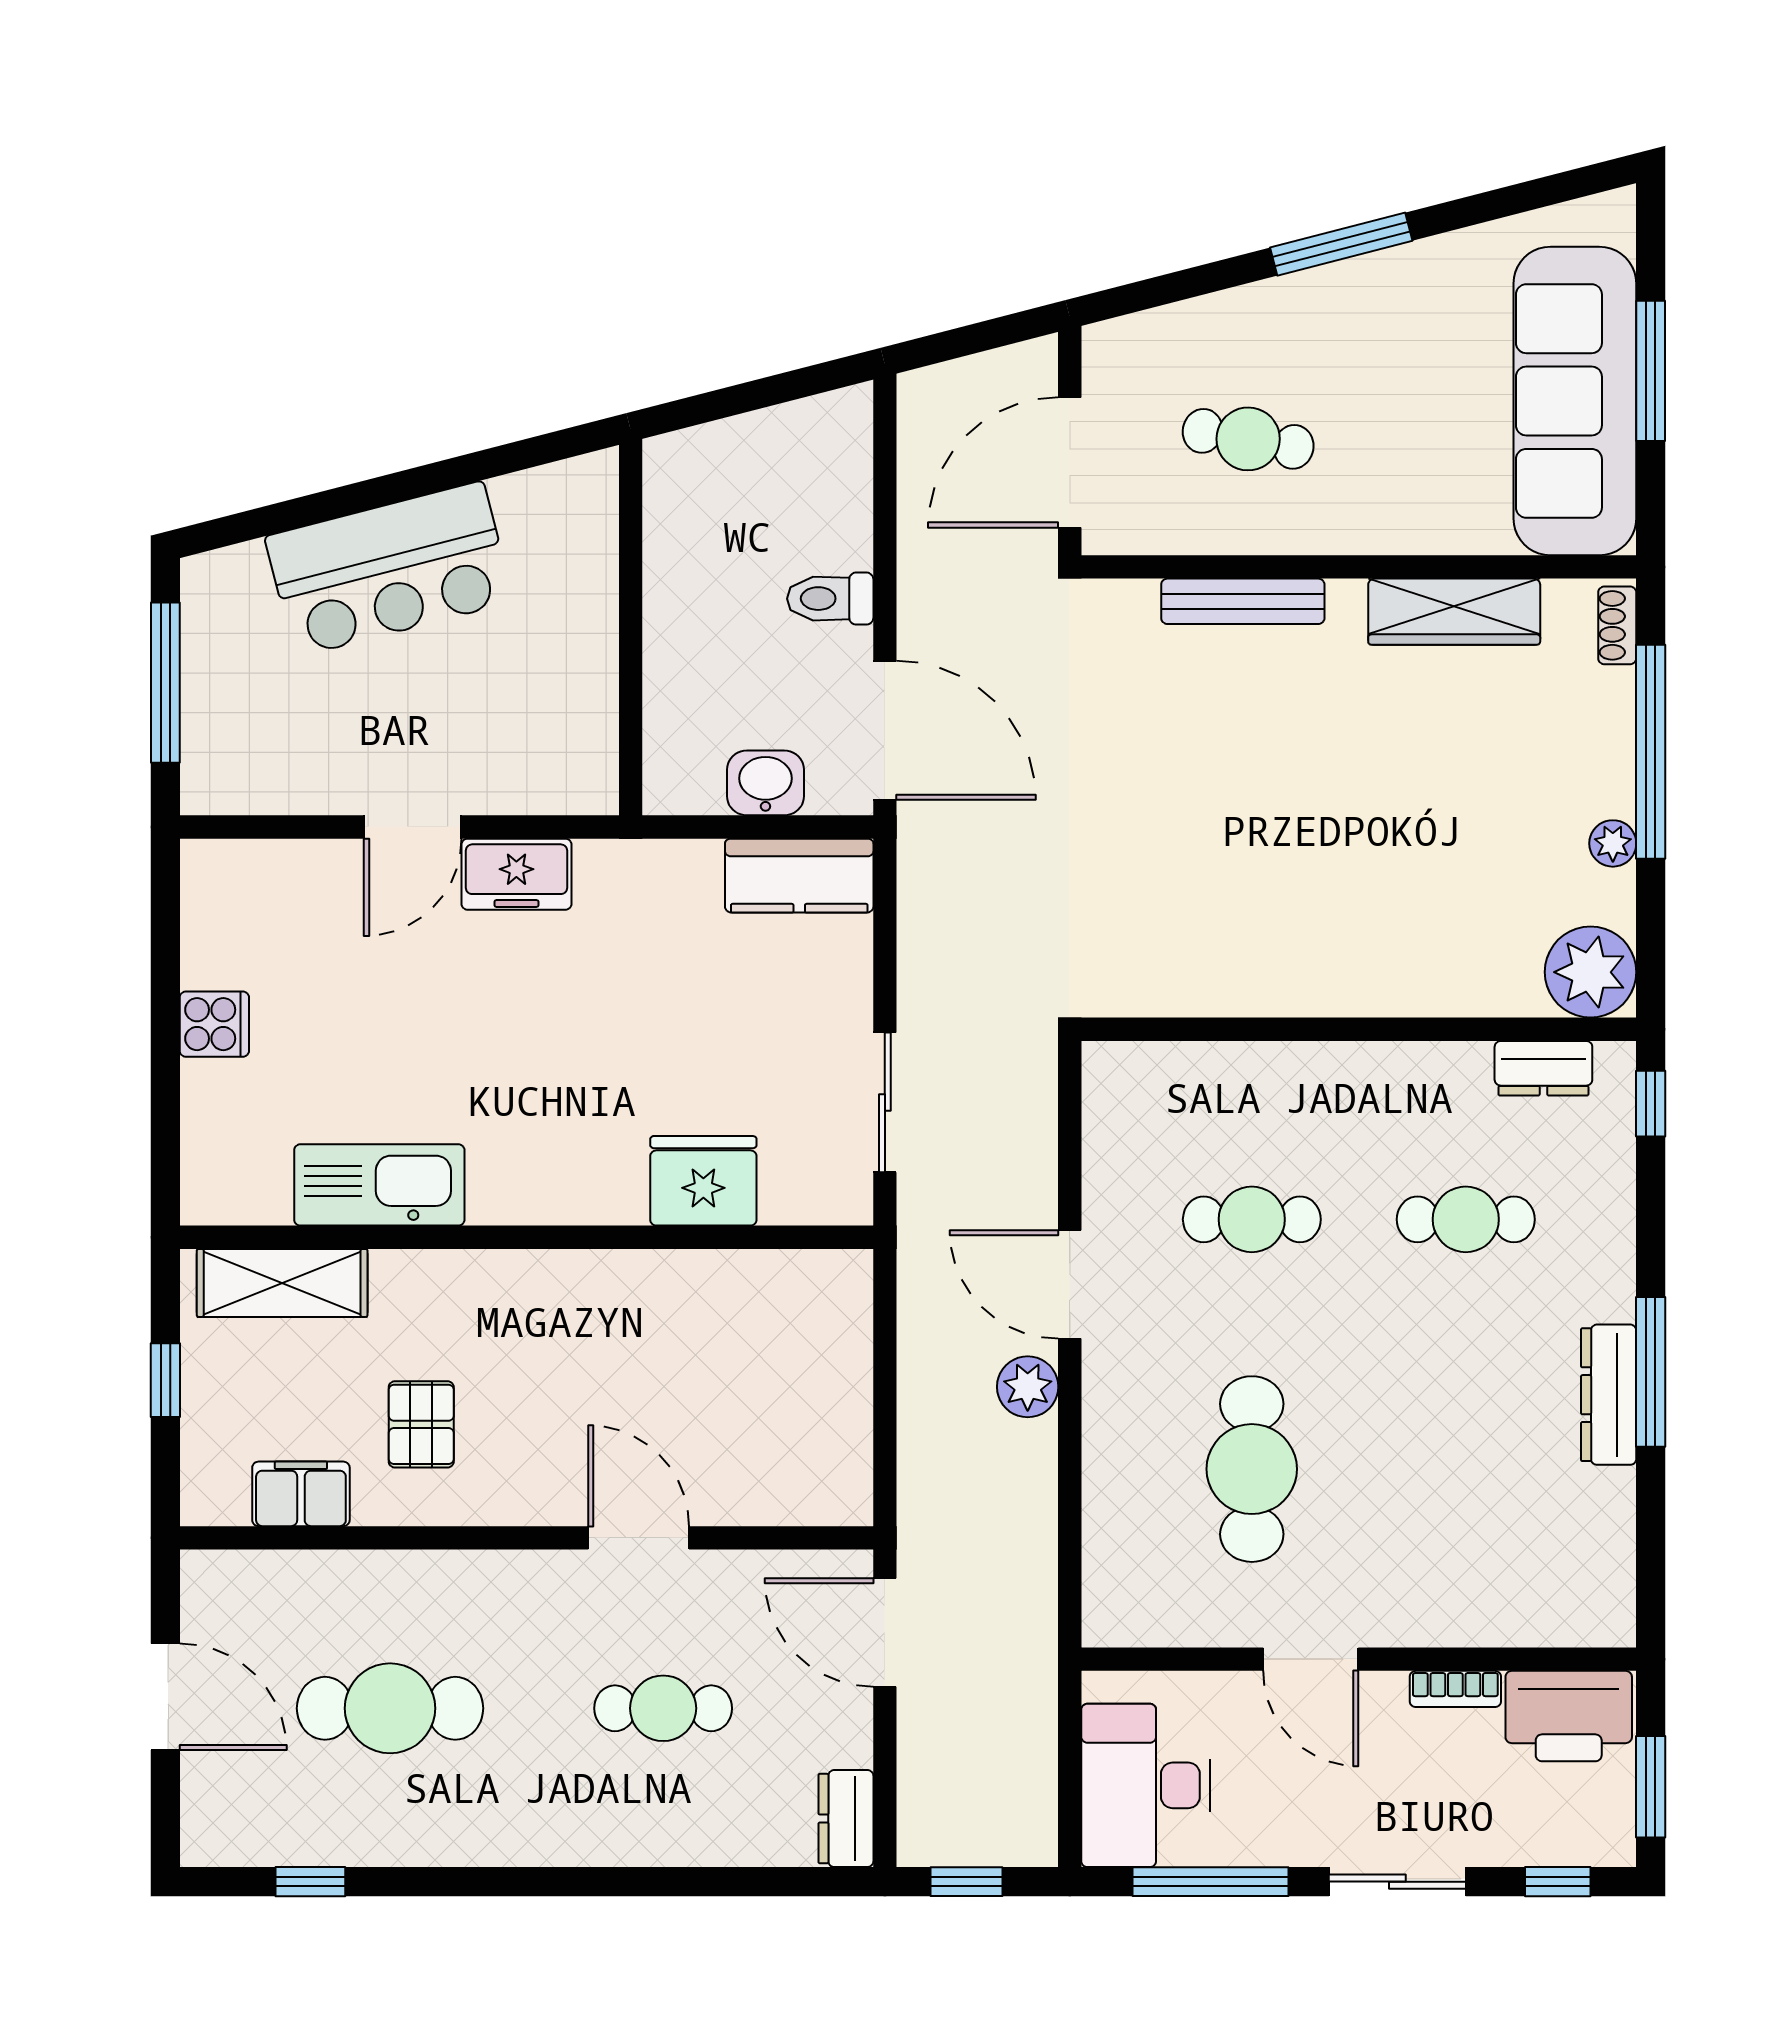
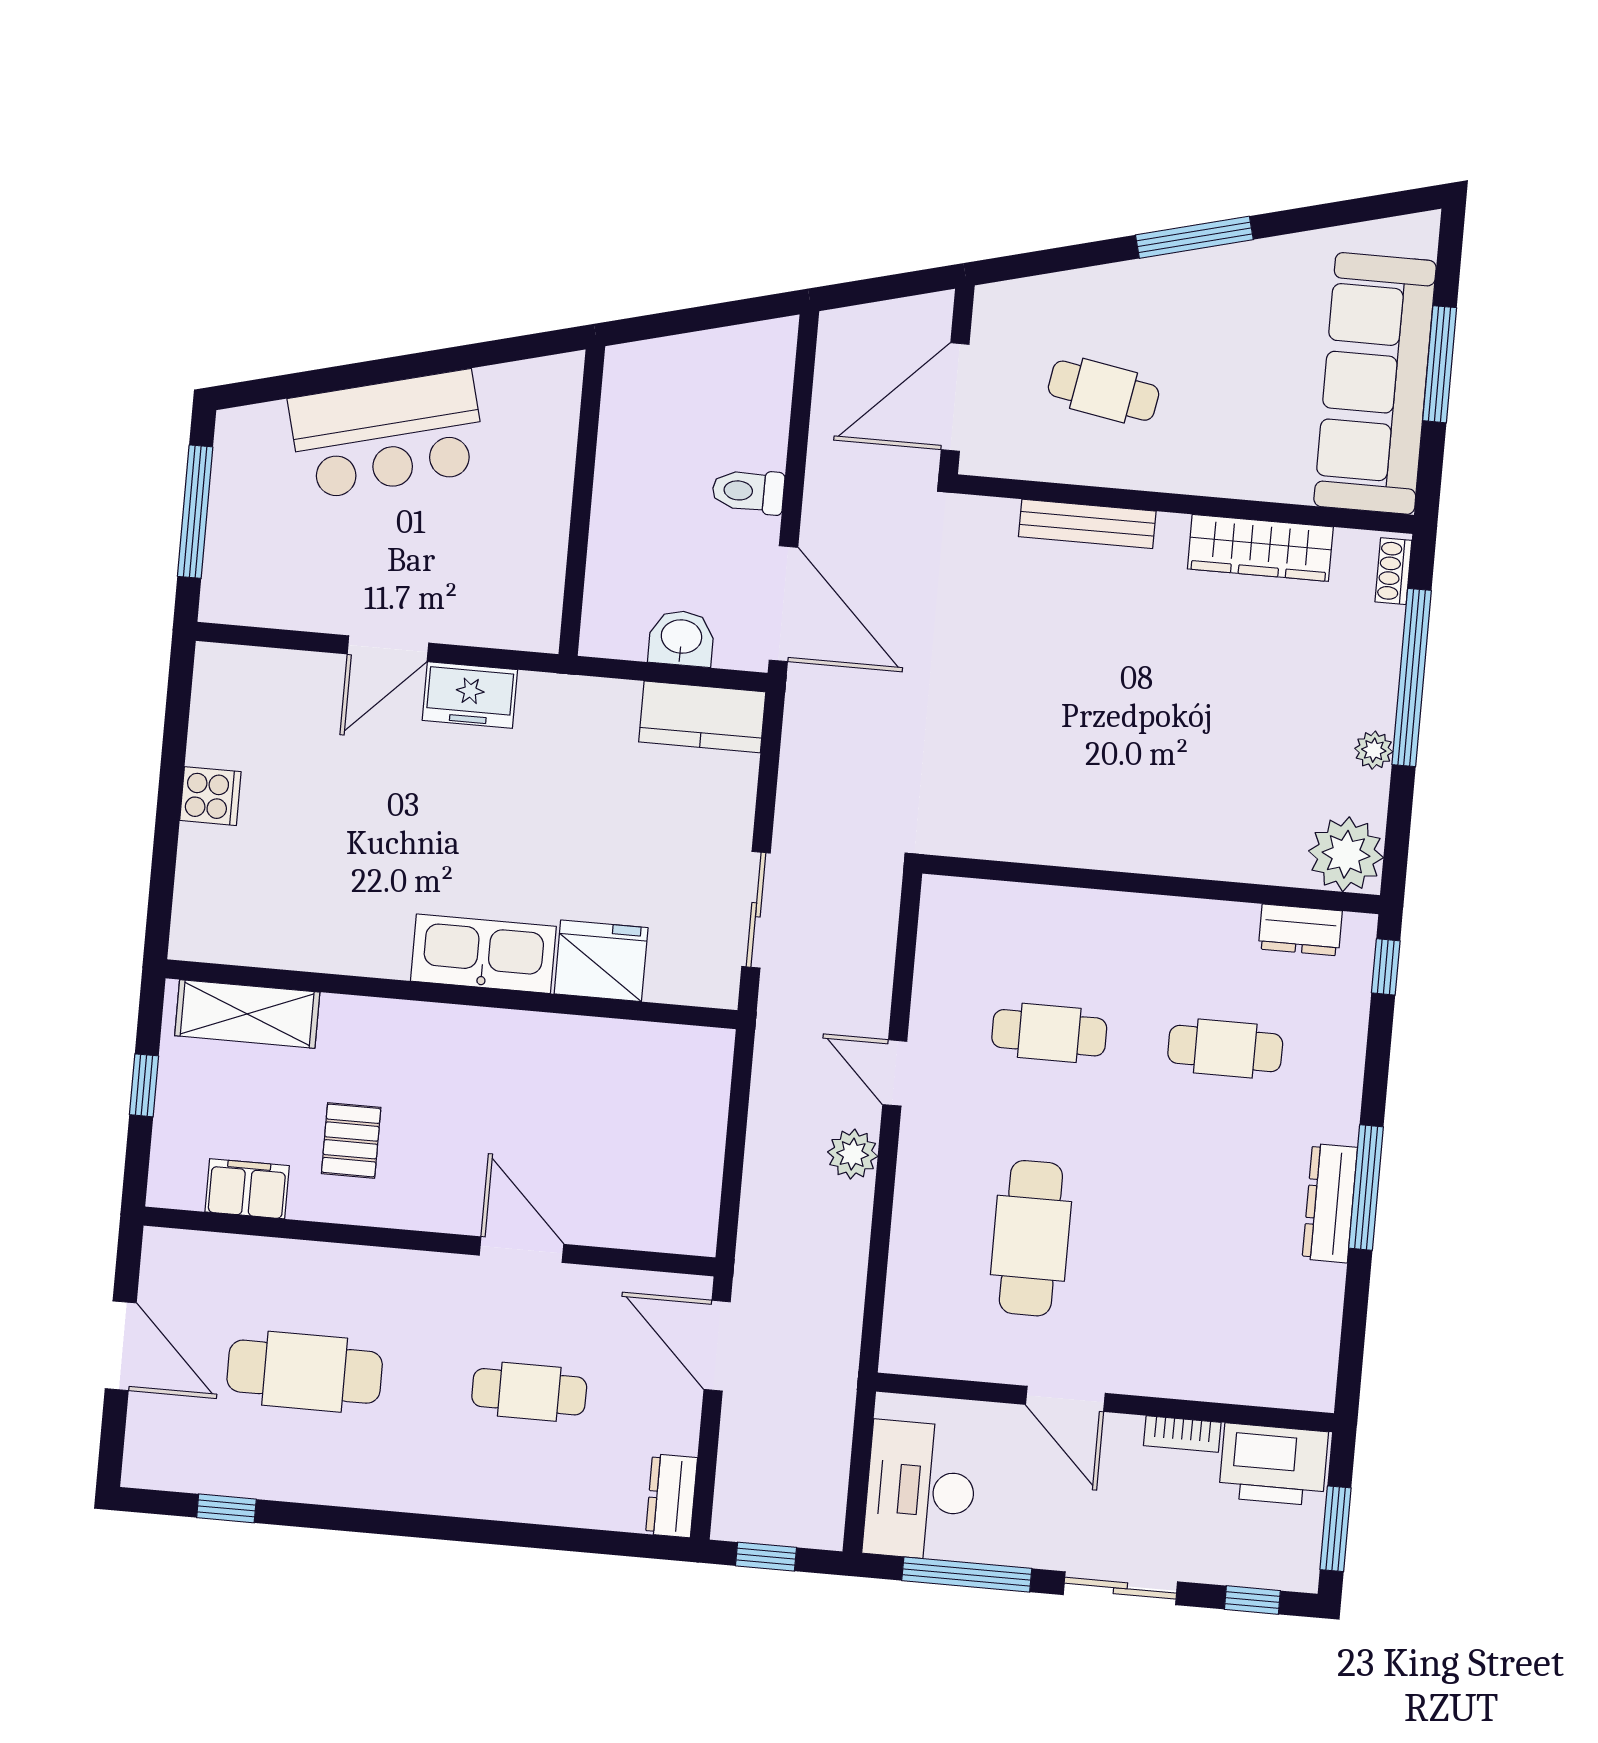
kitchen sink: (379, 1185) -> (483, 954), moved
door: (1070, 1284) -> (895, 1073), width x0.73

